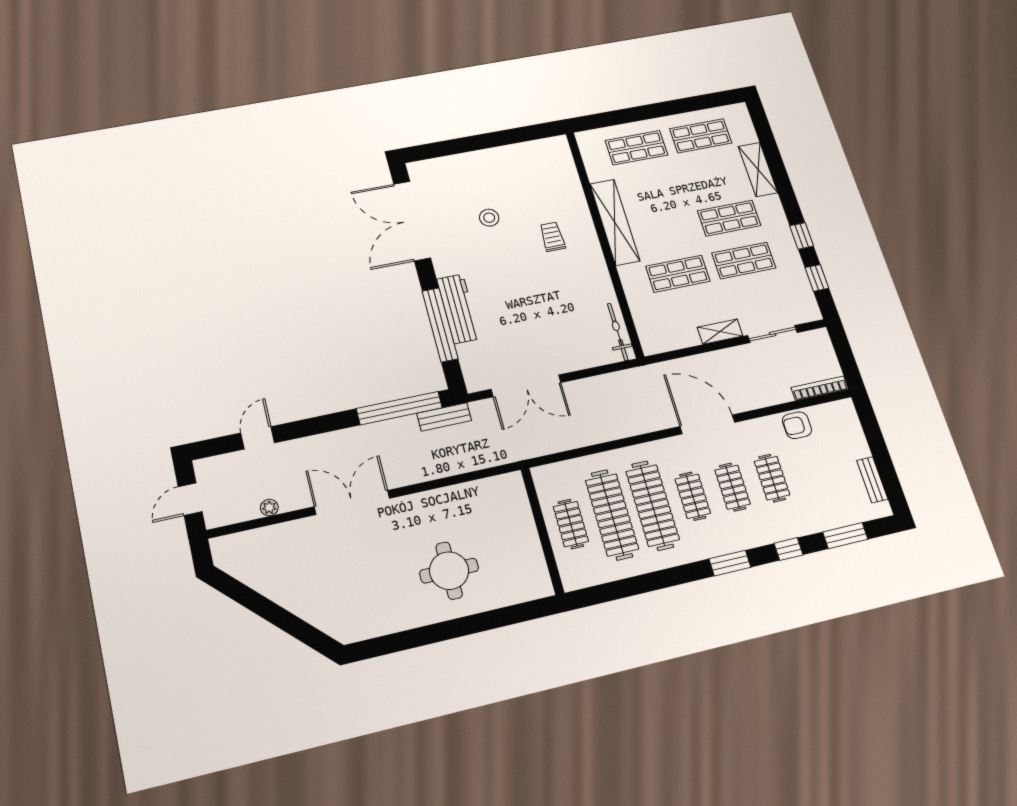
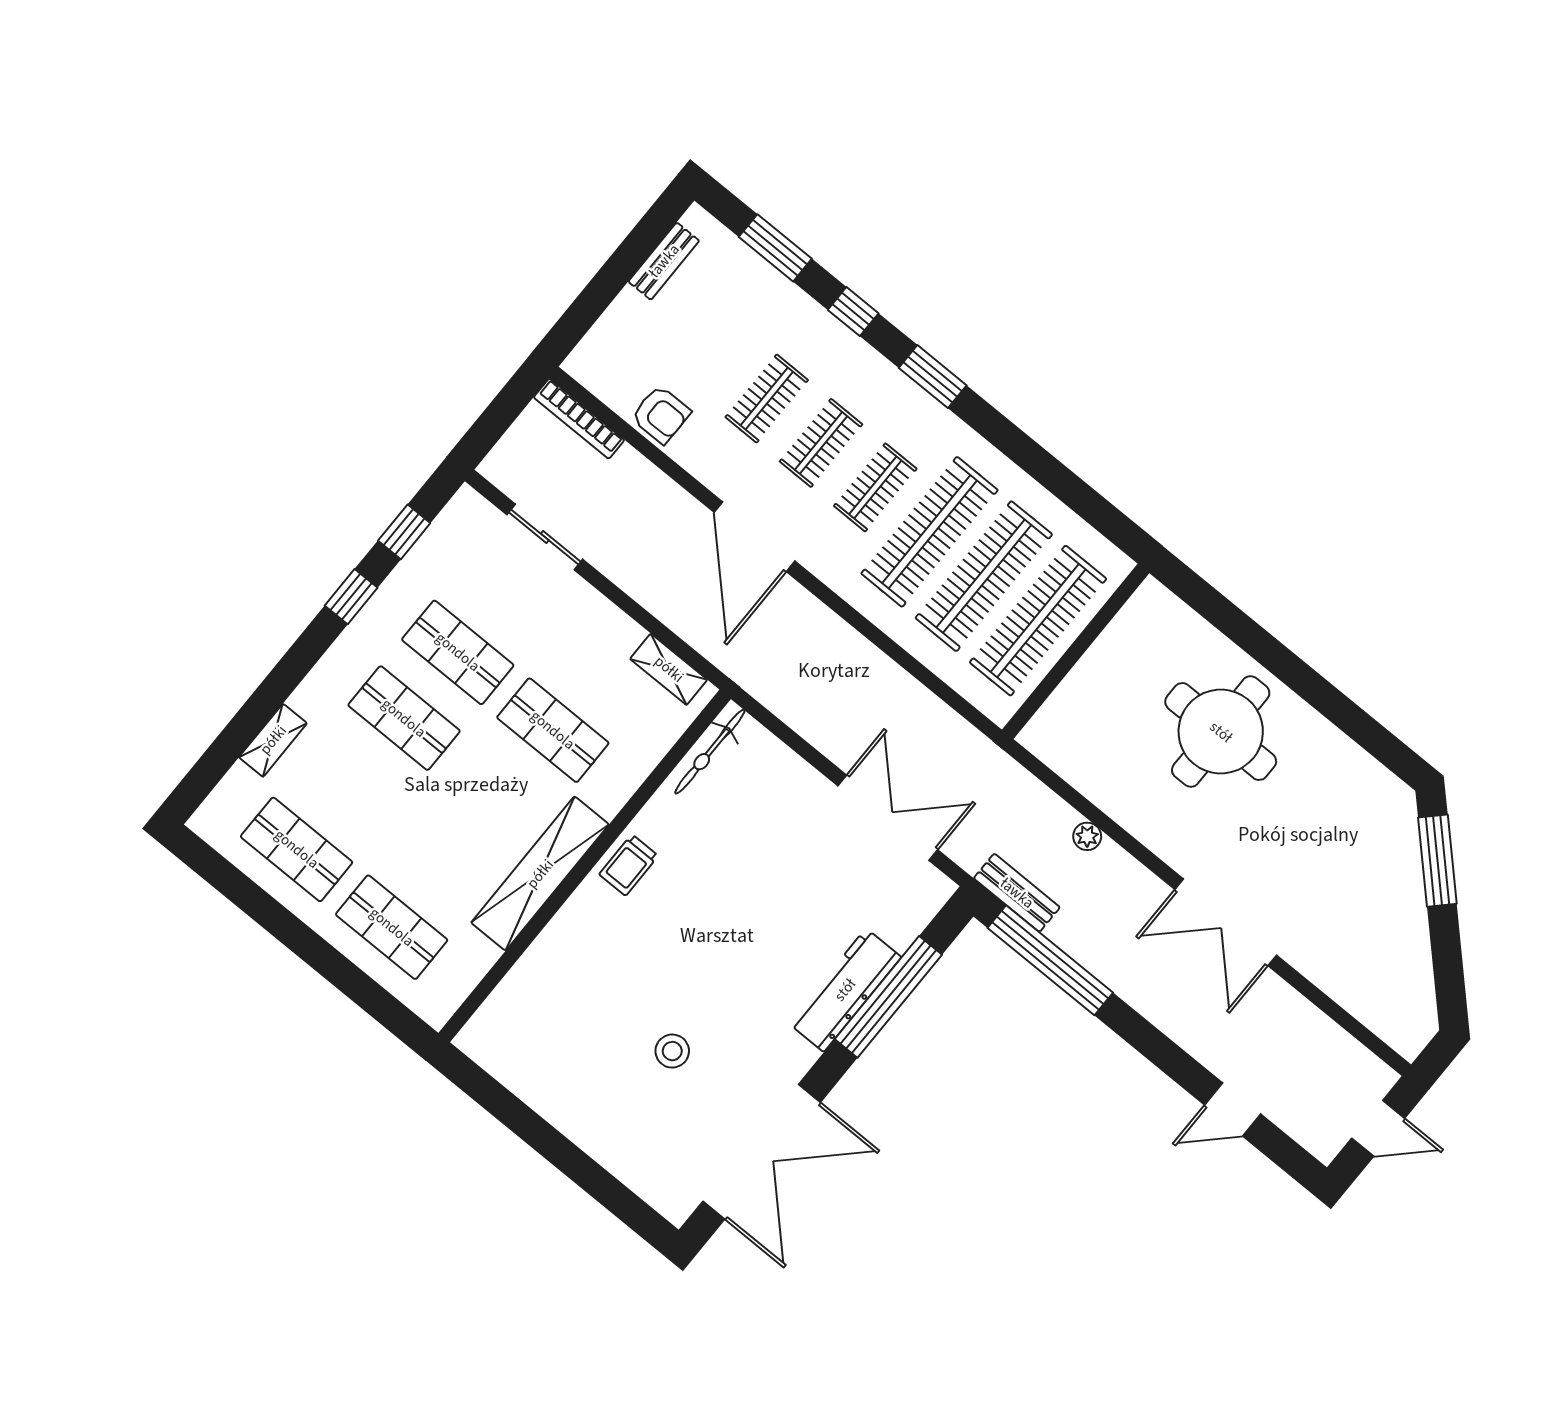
shelving: (758, 170) -> (273, 740), width x0.67, depth x0.75
trolley: (552, 237) -> (629, 865), moved
shelving: (720, 332) -> (669, 669), moved
plant: (269, 508) -> (1087, 836), moved
clothes rail: (571, 524) -> (1038, 621), width x1.86, depth x1.31
round table: (449, 571) -> (1221, 732), width x1.36, depth x1.36
window: (299, 629) -> (1437, 861), added

